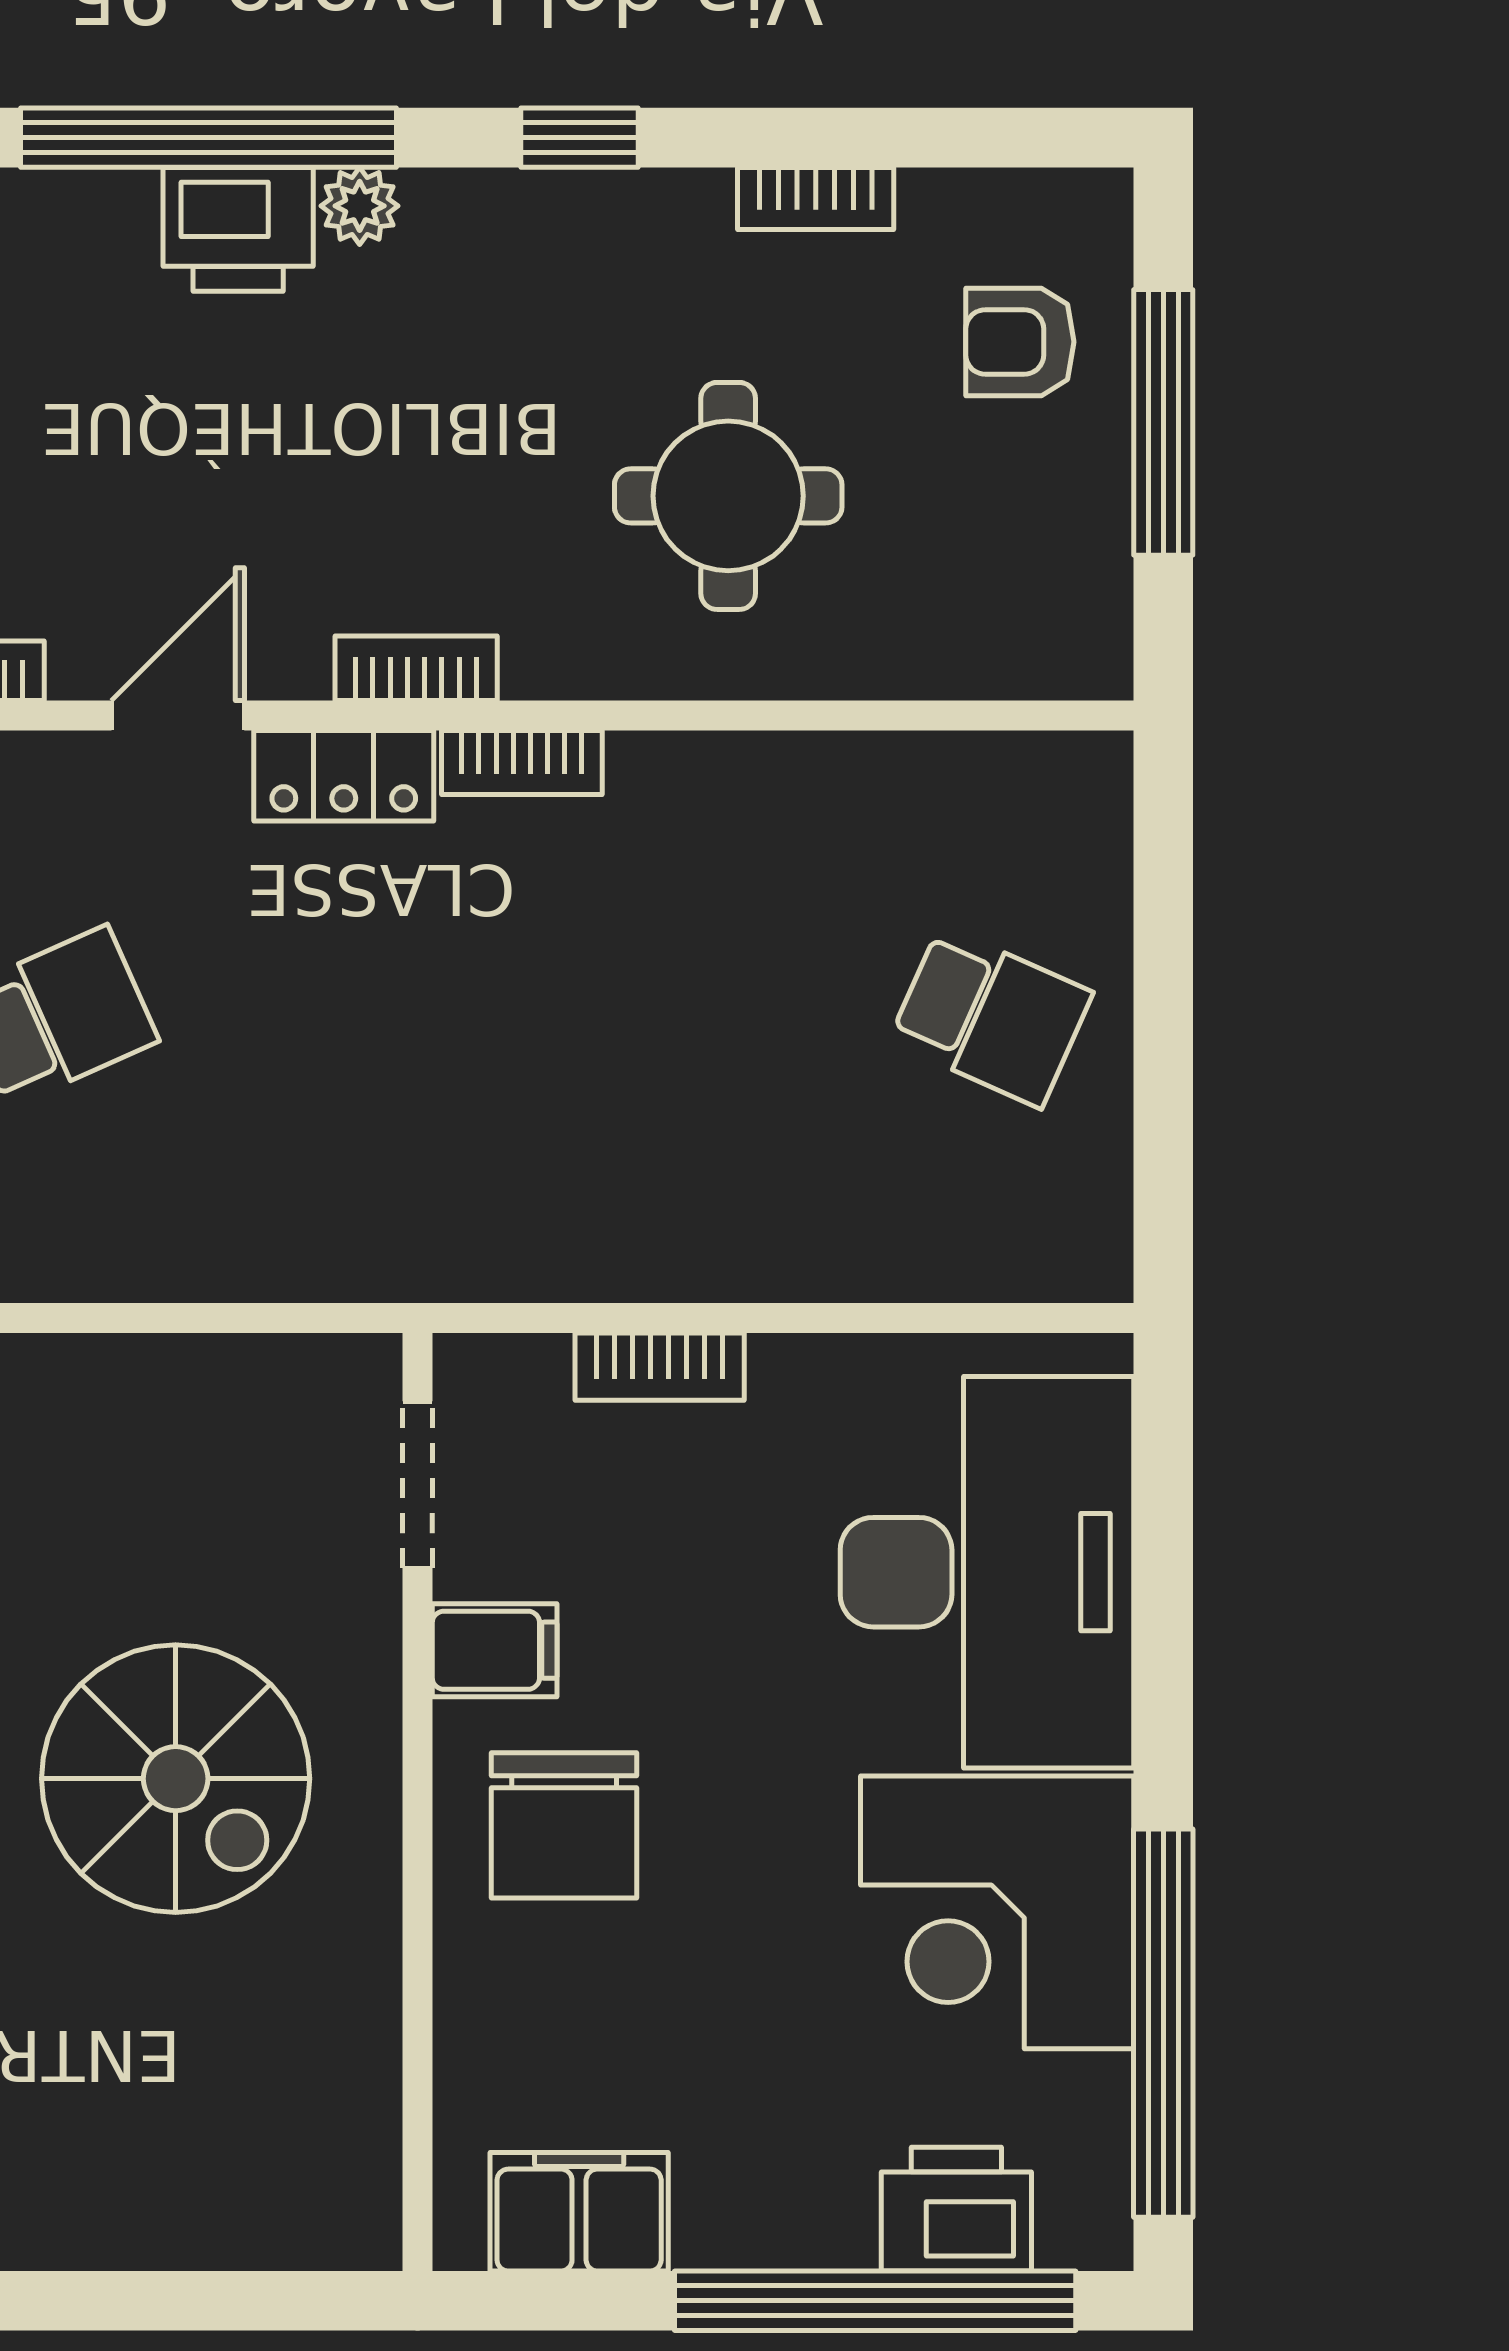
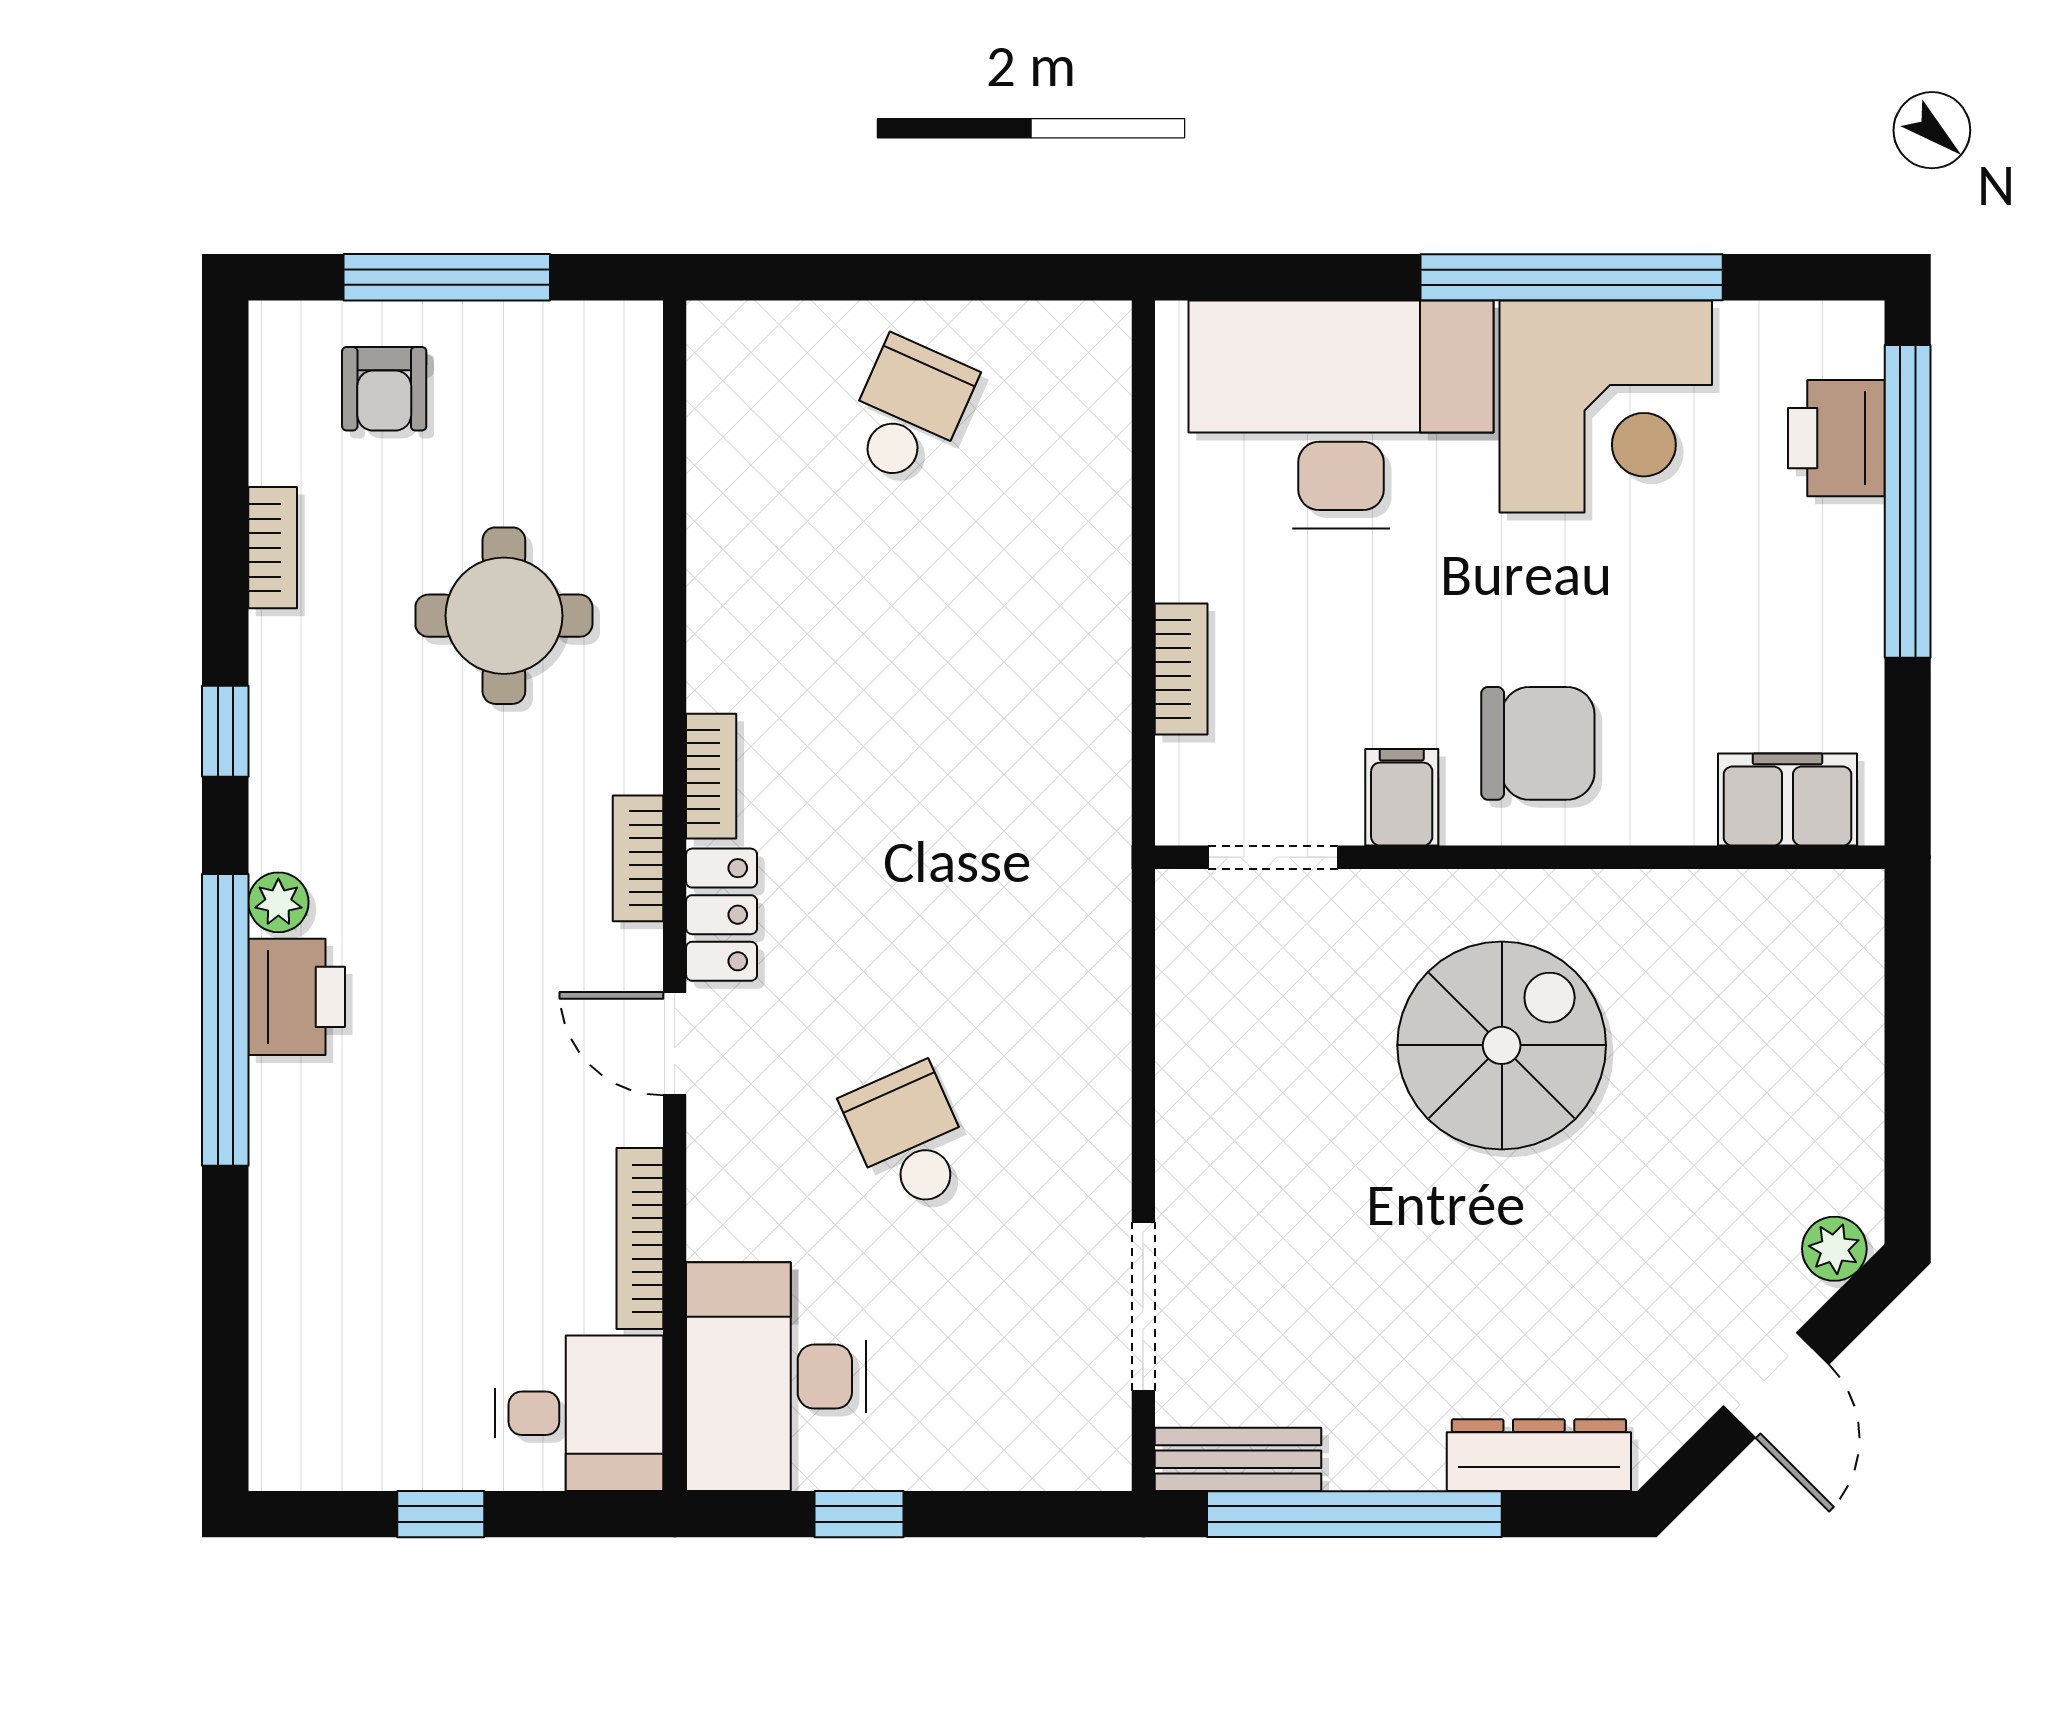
window: (1163, 2023) -> (1572, 277), moved
filing cabinet: (579, 2212) -> (1788, 800), moved, turned 90

